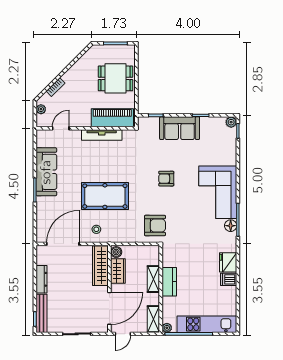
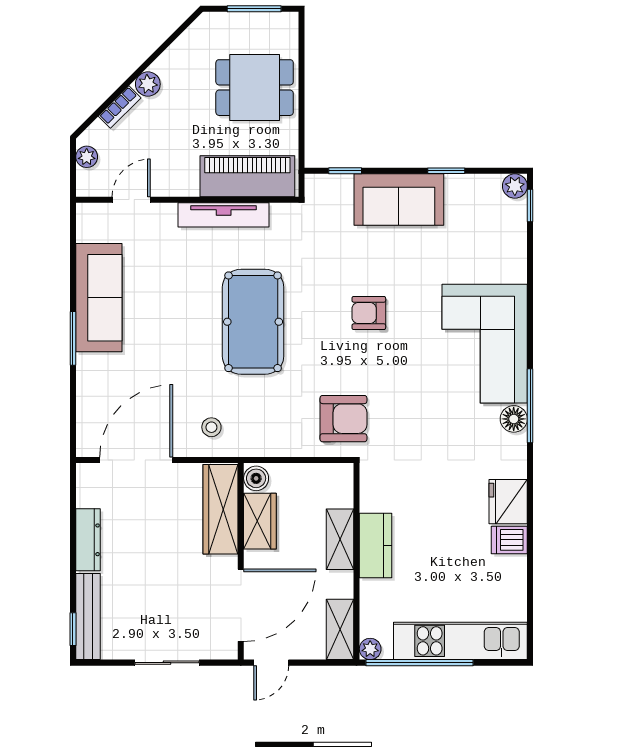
plant: (68, 77) -> (148, 84), added
pool table: (105, 196) -> (253, 322), moved, turned 90

